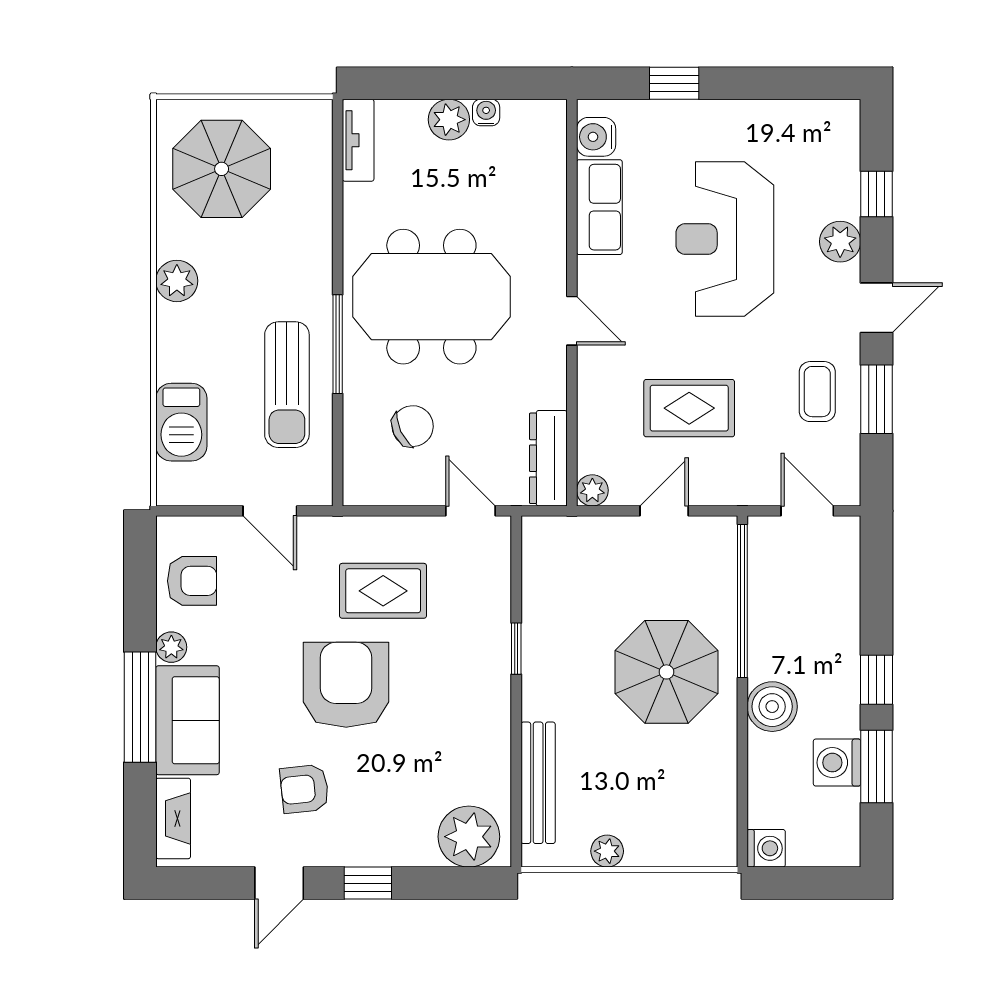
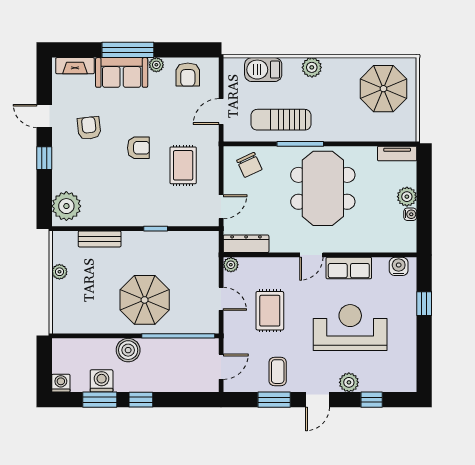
row of seats: (599, 207) -> (349, 268), moved
plant: (177, 281) -> (312, 67), moved
door: (877, 308) -> (317, 400), hinge flipped
coffee table: (817, 392) -> (278, 372), turned 90
chair: (413, 426) -> (249, 165), moved
armchair: (346, 685) -> (138, 148), width x0.53, depth x0.53
bench: (538, 783) -> (100, 239), width x0.73
washing machine: (766, 848) -> (61, 383), moved, turned 180

